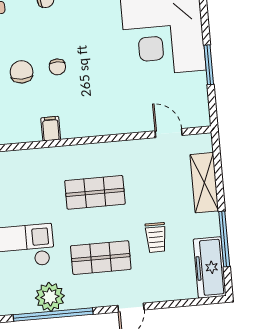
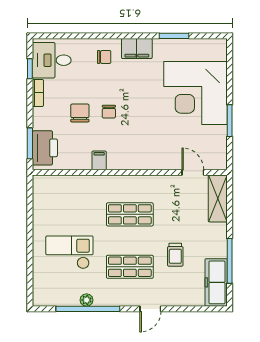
shelving: (204, 183) -> (218, 198), moved
plant: (50, 297) -> (87, 300), width x0.53, depth x0.53

